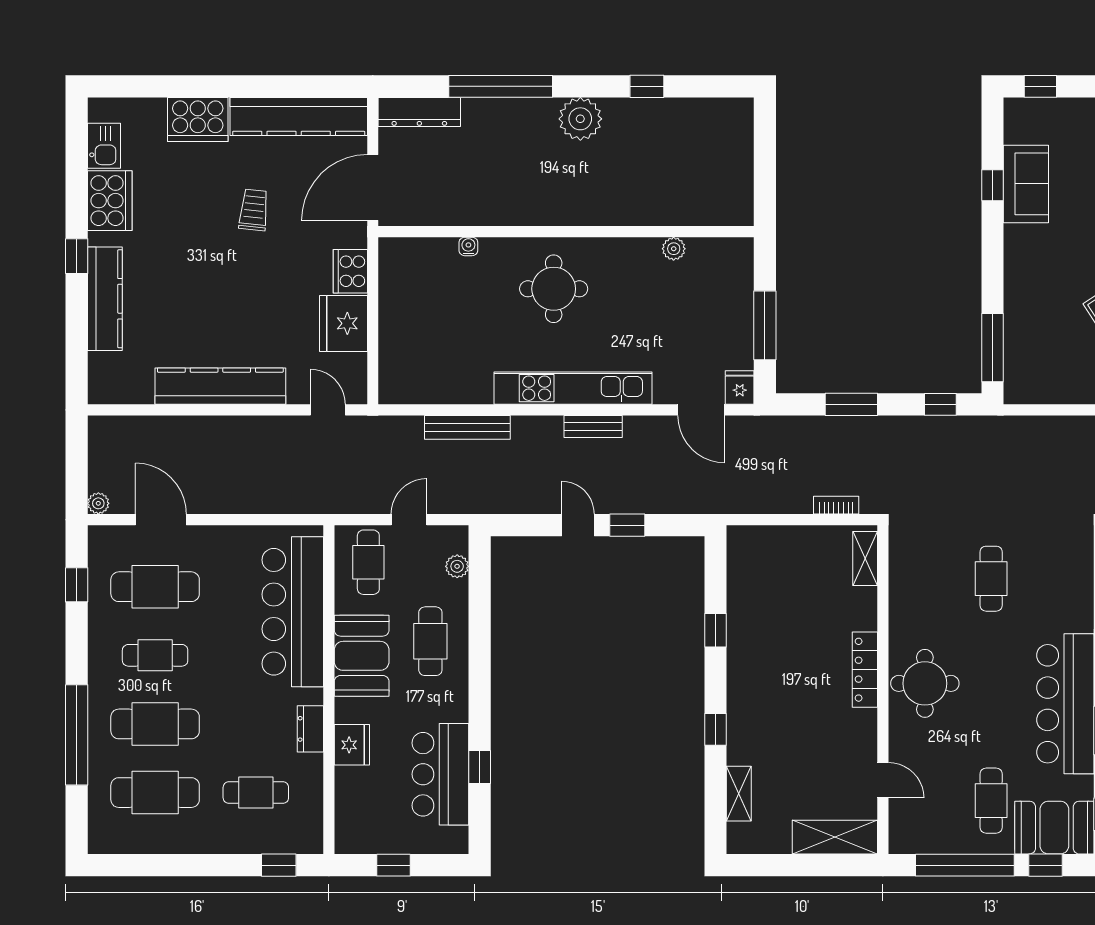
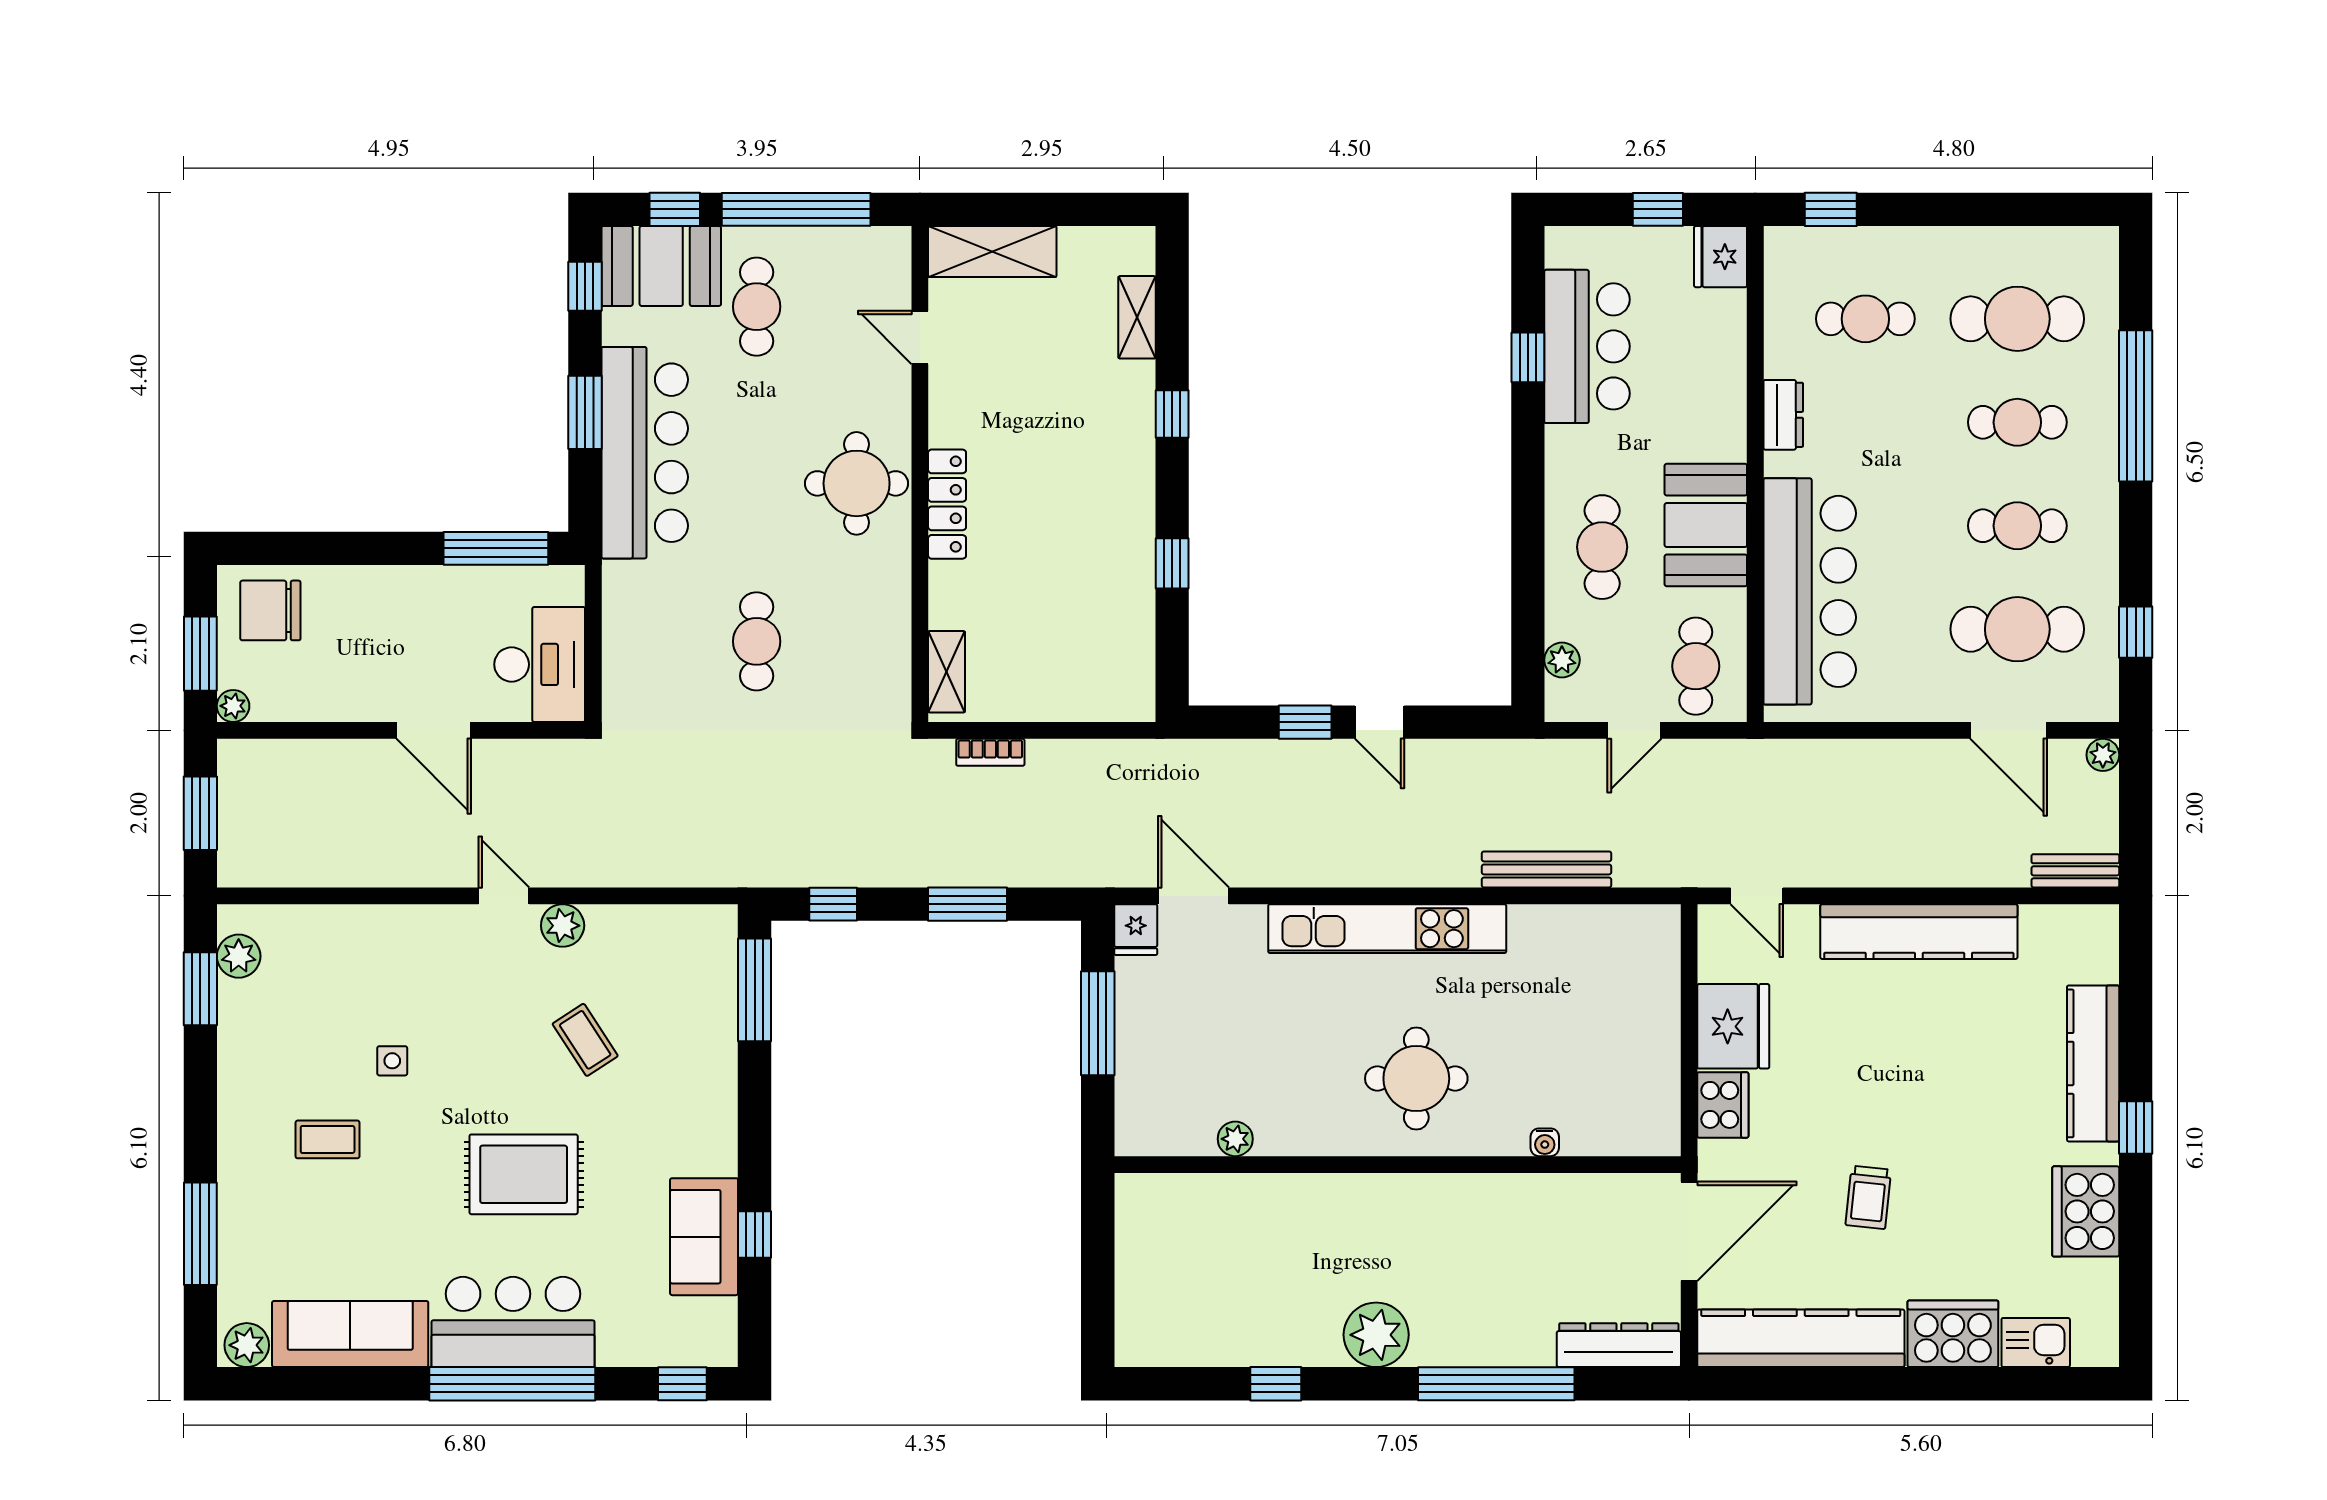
kitchen sink: (104, 146) -> (2036, 1342), moved, turned 90
bench: (593, 426) -> (2075, 871), moved
cafe table: (155, 724) -> (2017, 422), width x0.73, depth x0.74
fridge: (352, 745) -> (1721, 257), moved

